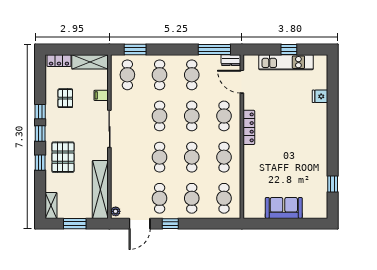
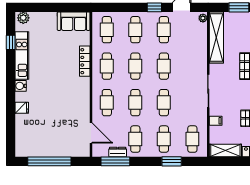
window: (135, 50) -> (172, 161), moved
window: (289, 50) -> (49, 161), width x3.17
dresser: (231, 60) -> (118, 152), moved
kitchen unit: (286, 62) -> (22, 56), moved, turned 90
fridge: (320, 96) -> (22, 108), moved
locker: (249, 127) -> (85, 61), moved
water cooler: (321, 135) -> (21, 86), added
sofa: (284, 208) -> (74, 21), moved
plant: (318, 212) -> (23, 18), added

